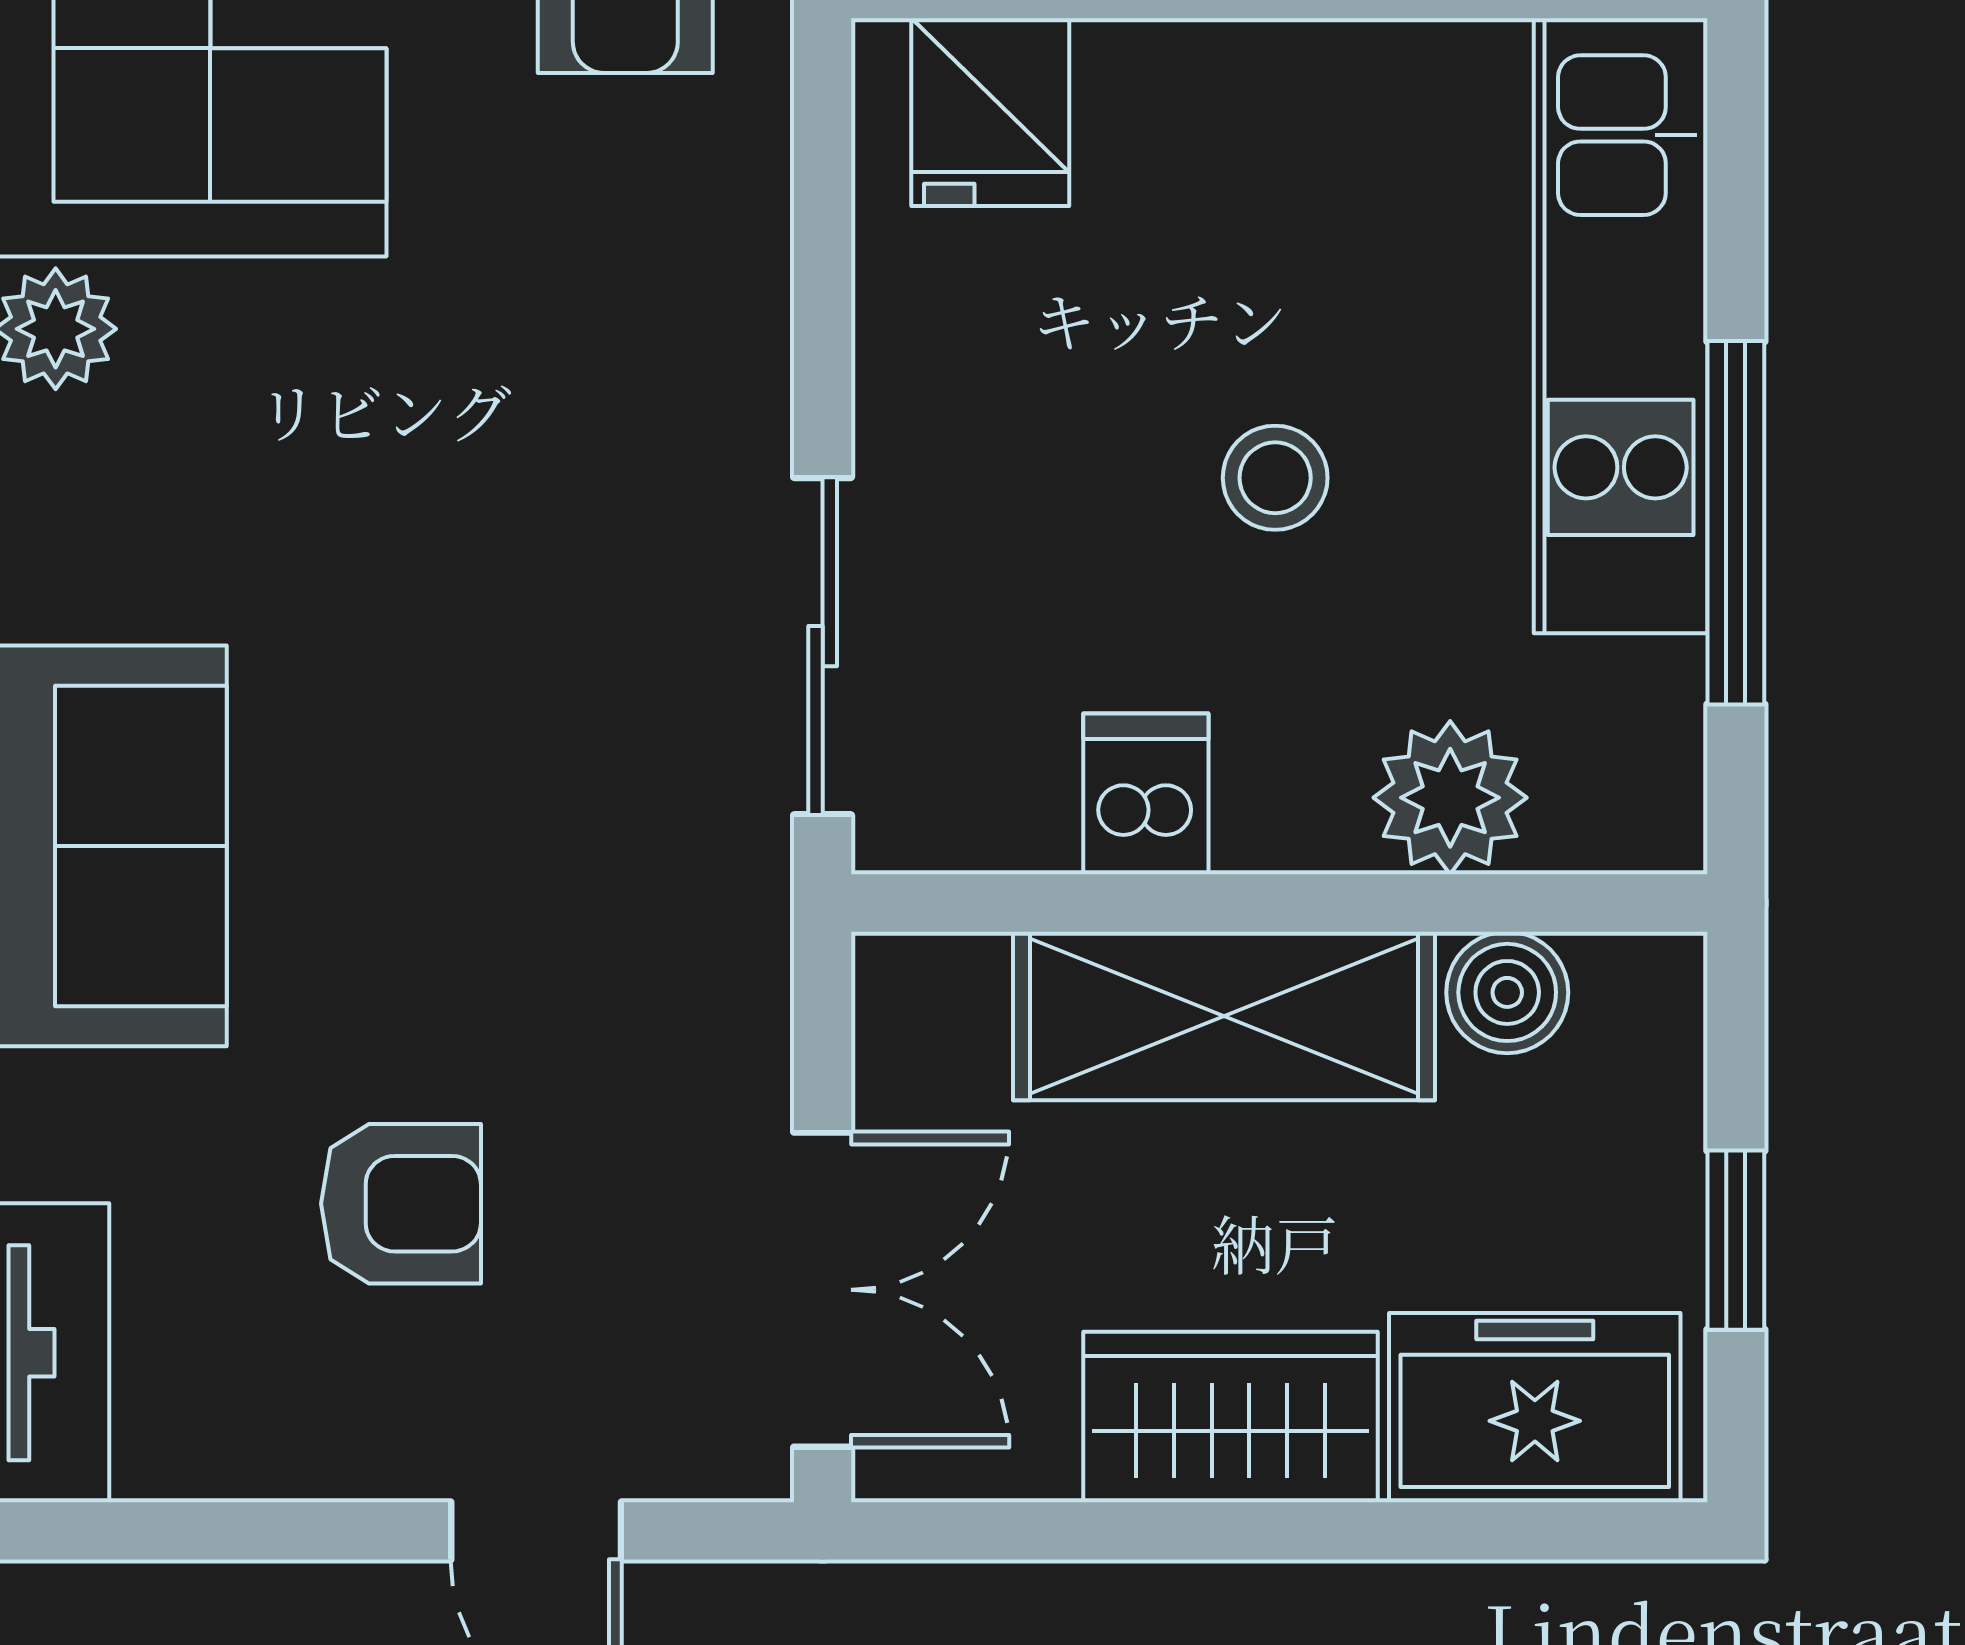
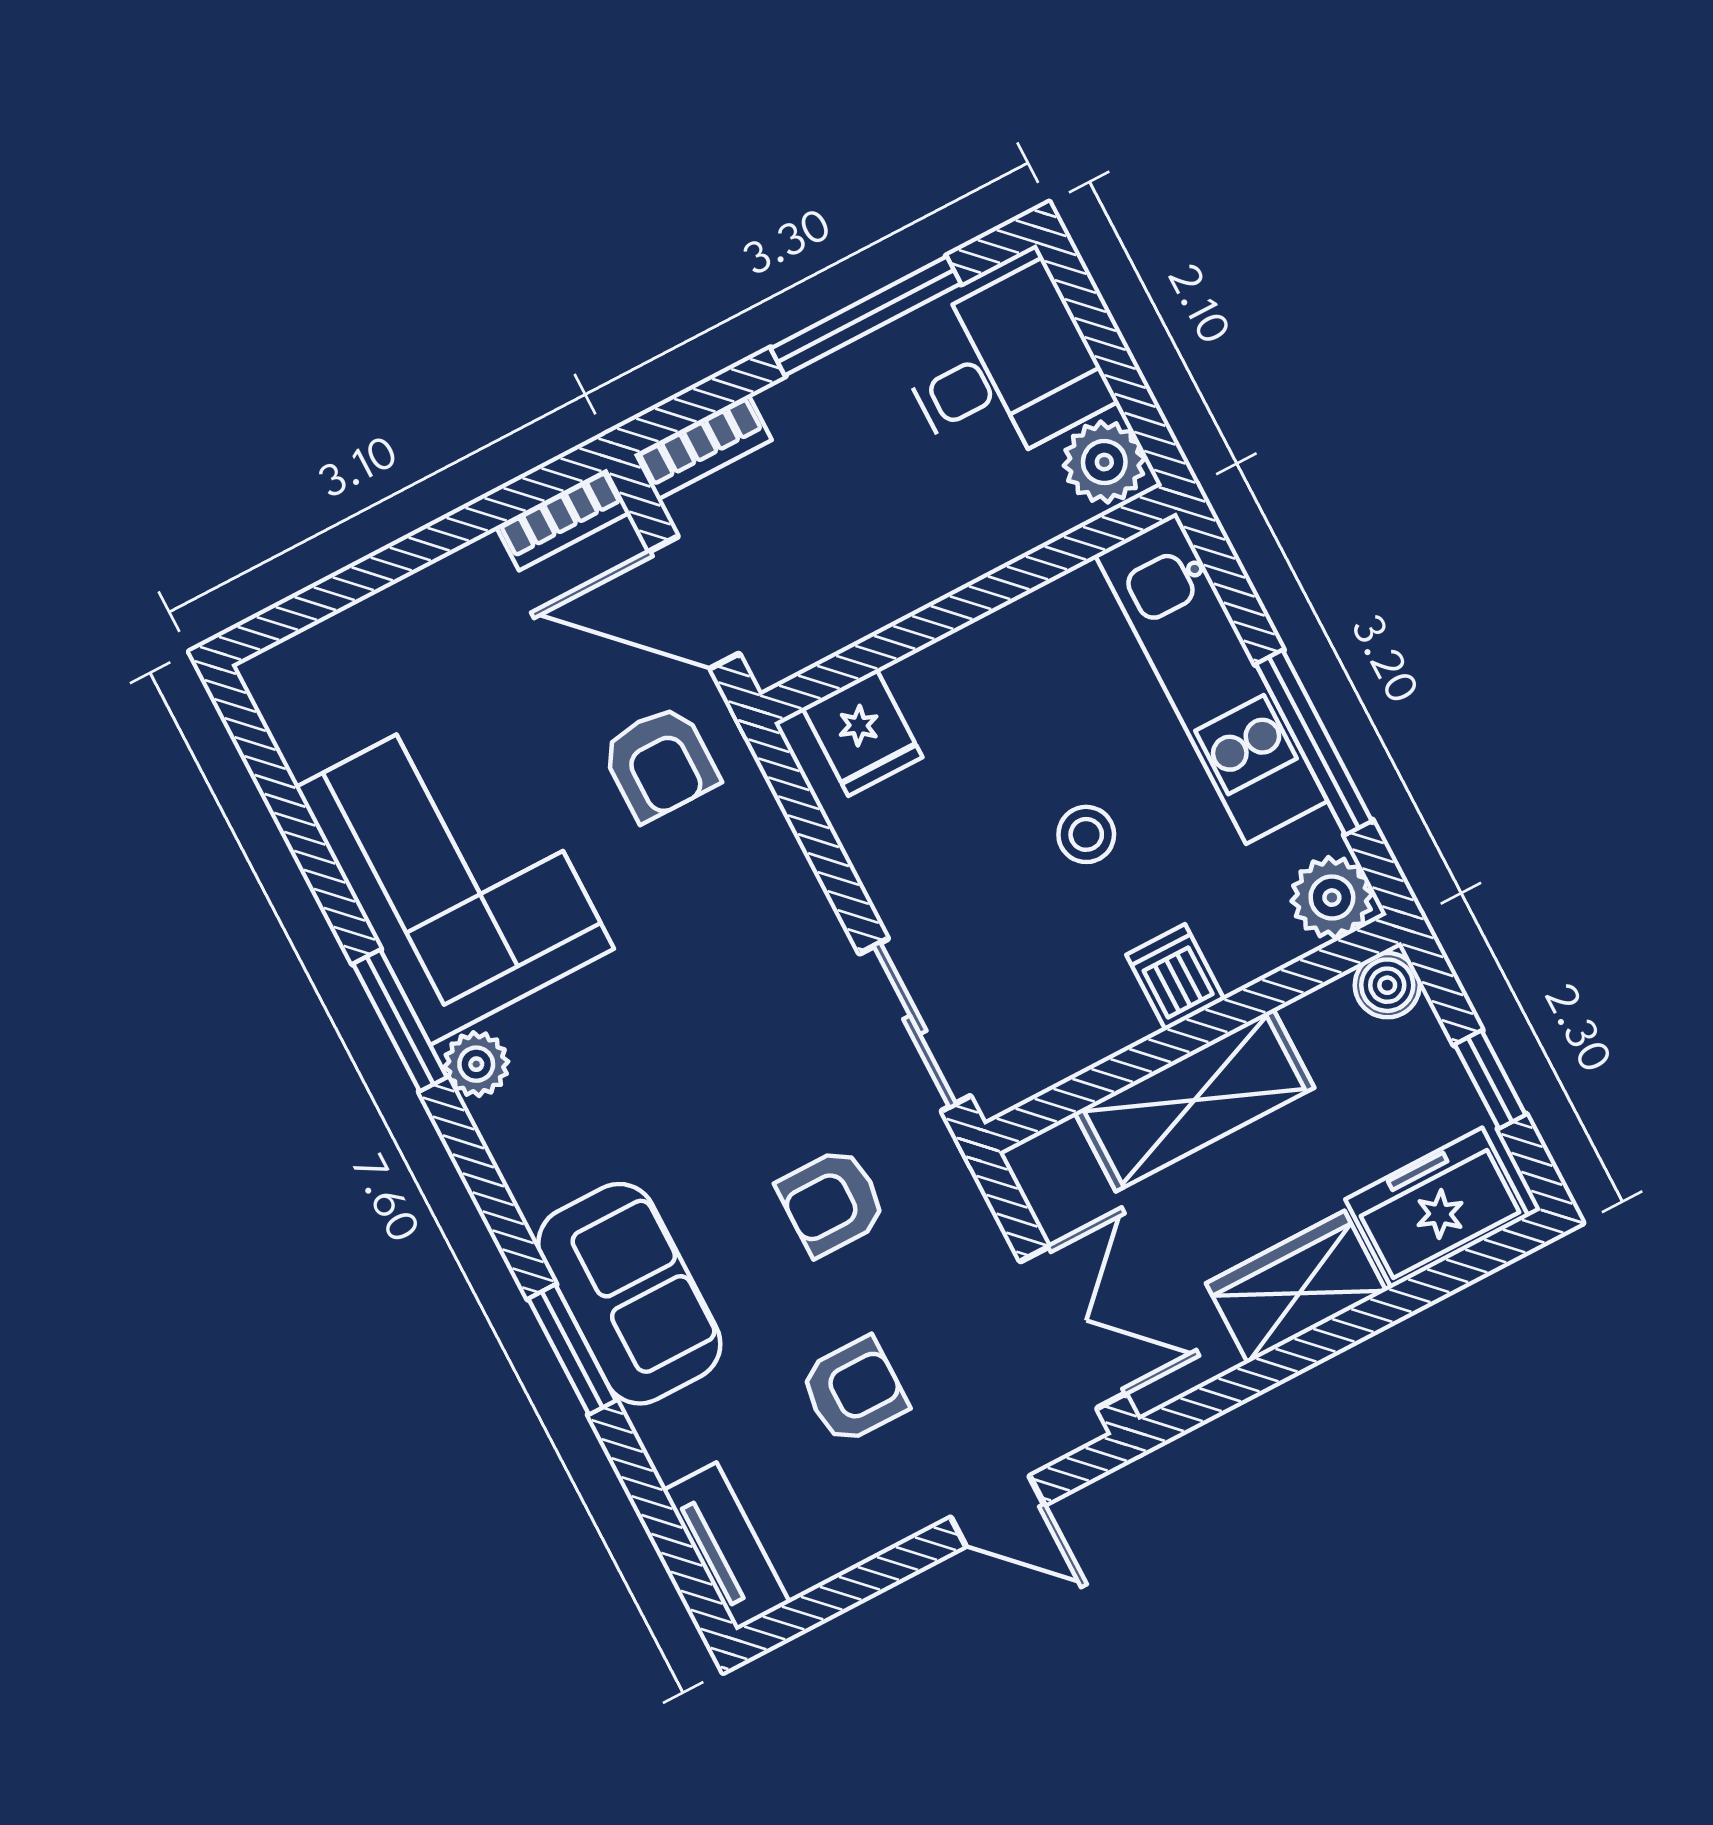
dishwasher: (1146, 794) -> (1175, 977), moved
plant: (1450, 798) -> (1332, 898), moved
armchair: (529, 869) -> (832, 1202), added
boiler: (1507, 992) -> (1387, 985), moved

